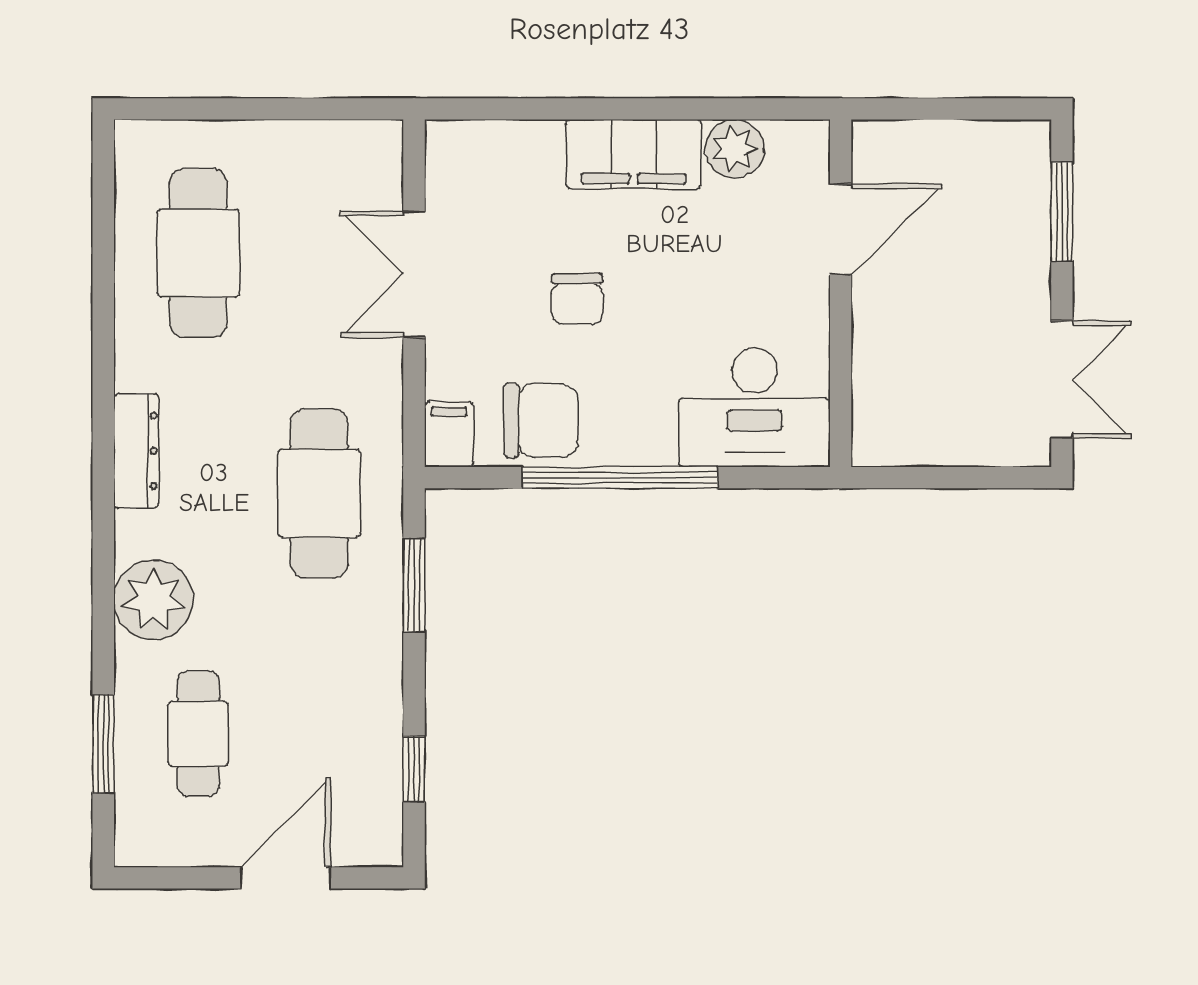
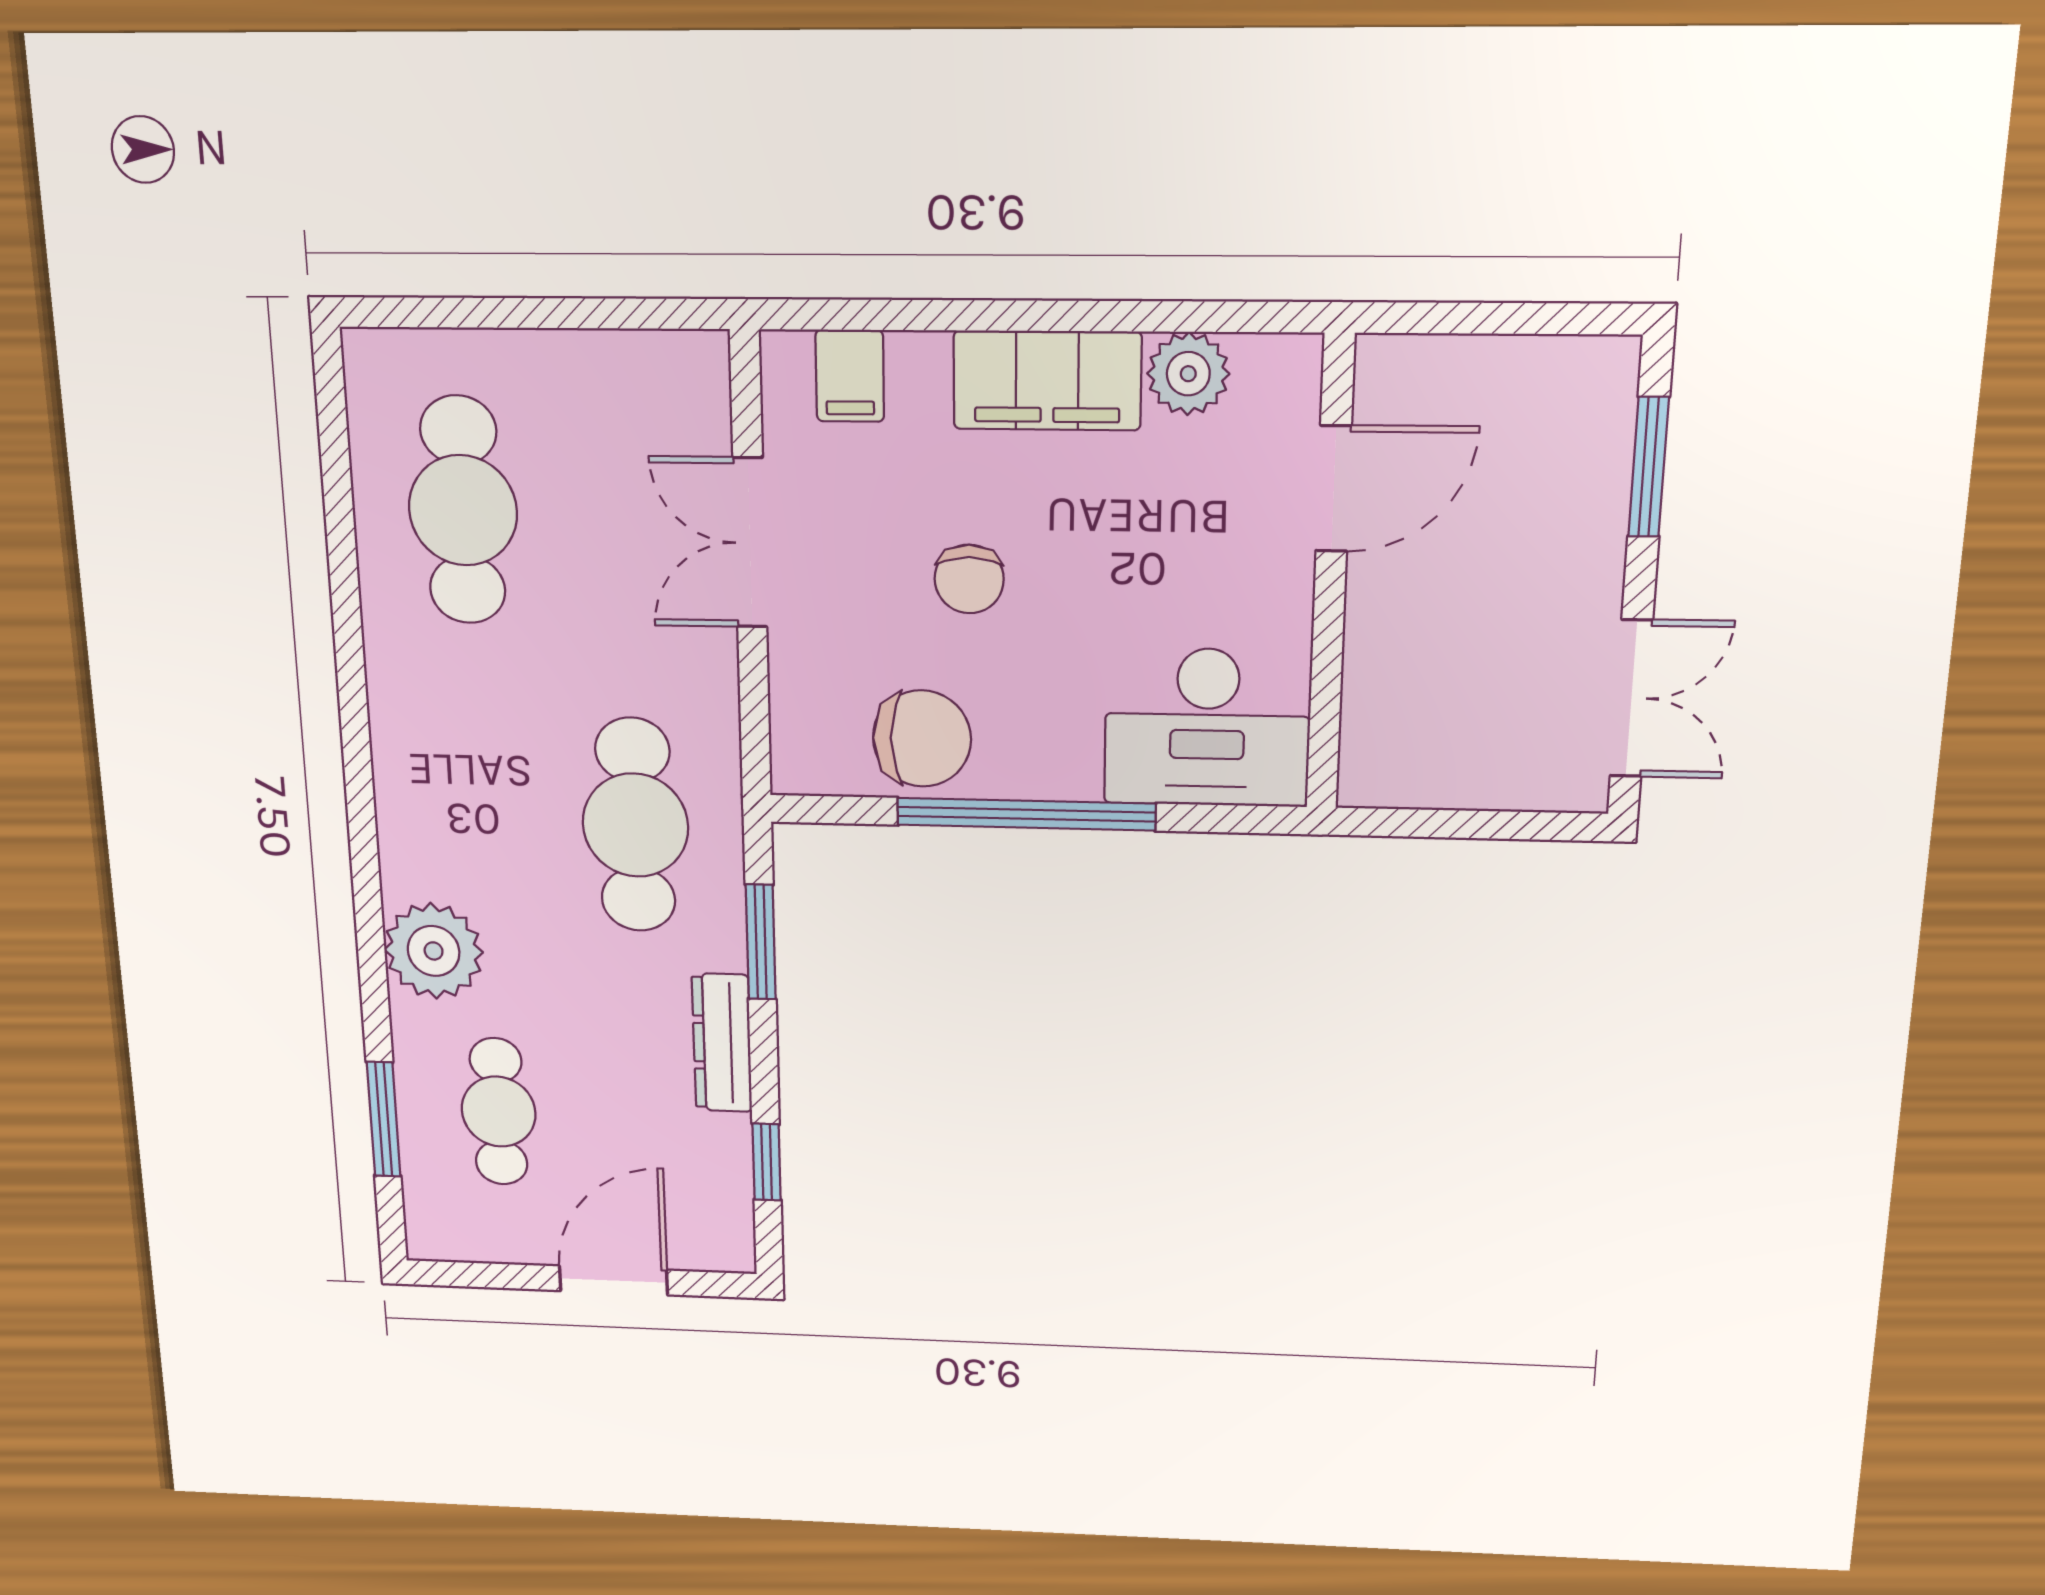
filing cabinet: (449, 434) -> (850, 376), moved, turned 180
dresser: (136, 451) -> (722, 1043), moved, turned 180

